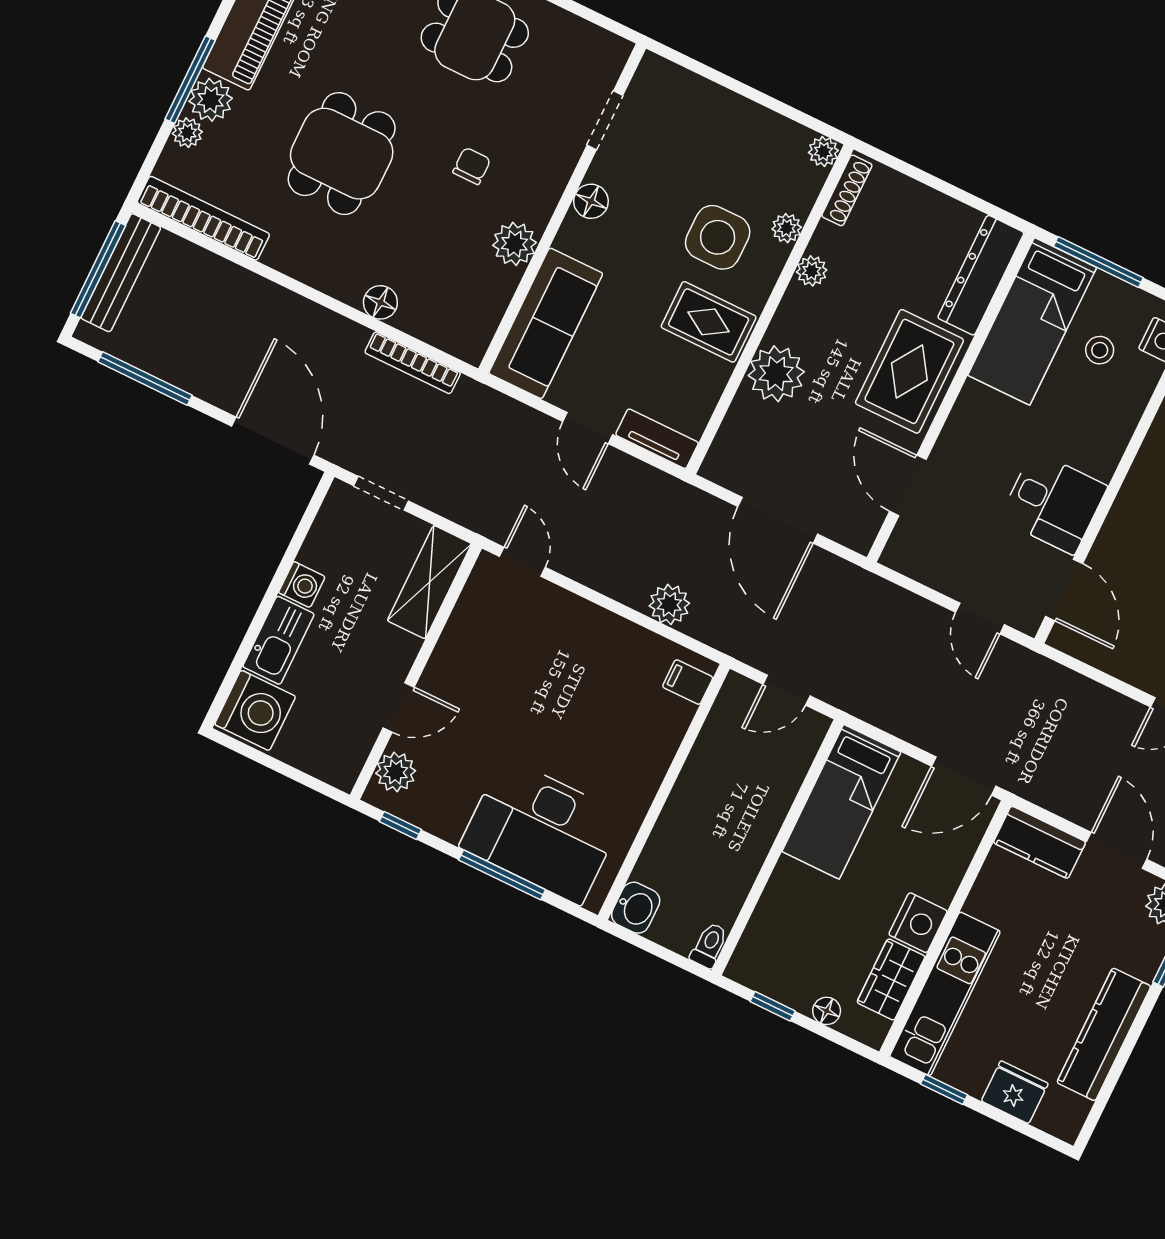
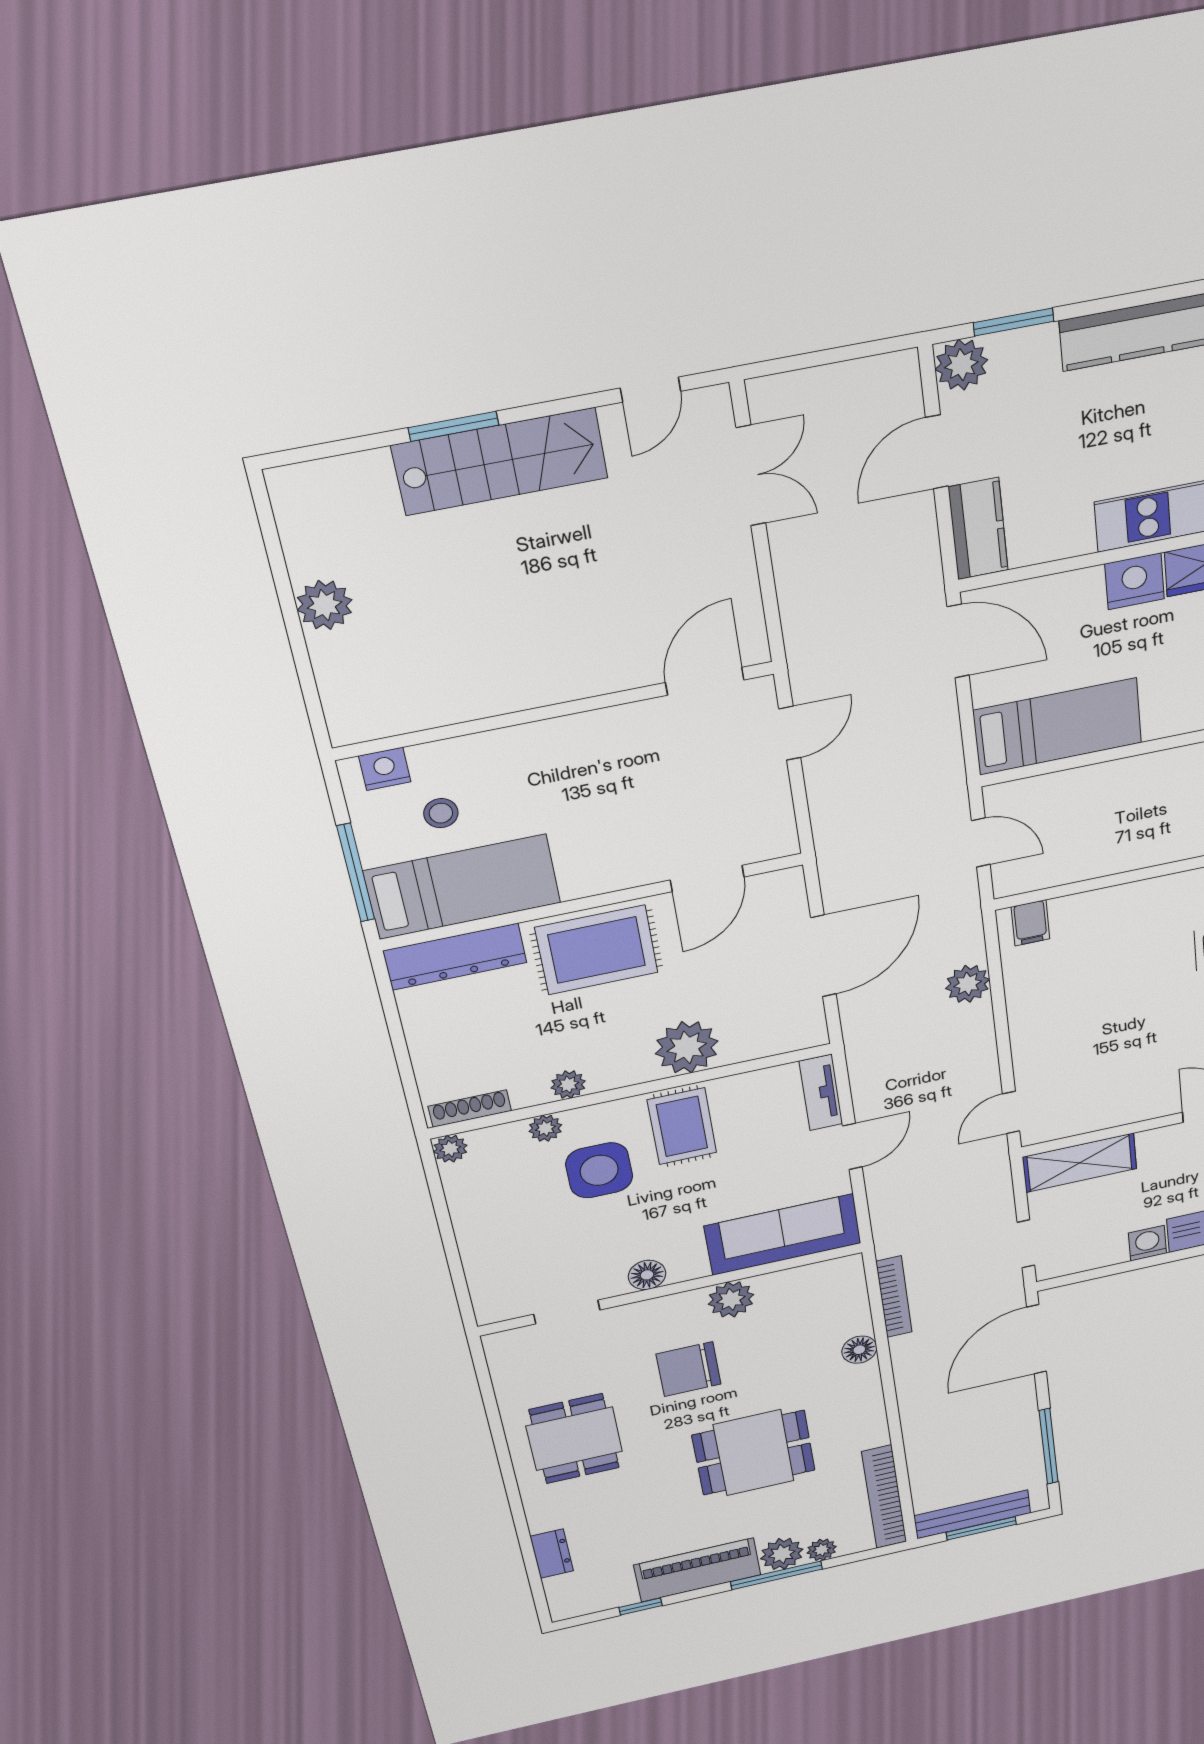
chair: (472, 166) -> (689, 1369), width x1.87, depth x1.87
window: (98, 269) -> (981, 1528), width x0.69
desk: (1053, 503) -> (625, 749), removed

